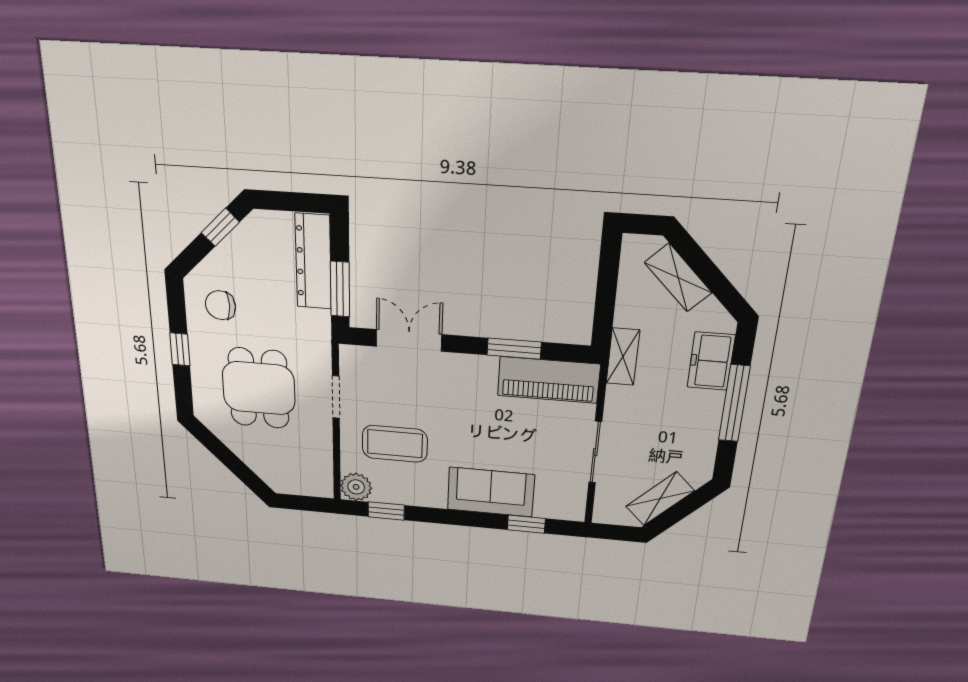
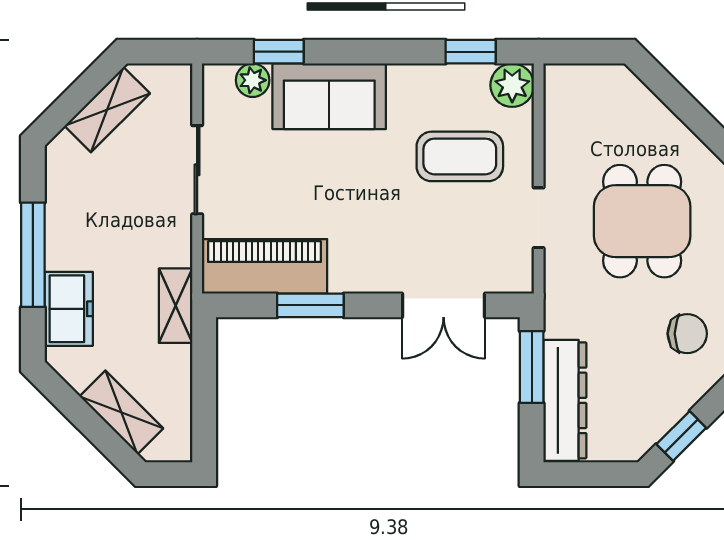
plant: (547, 508) -> (253, 80), added

